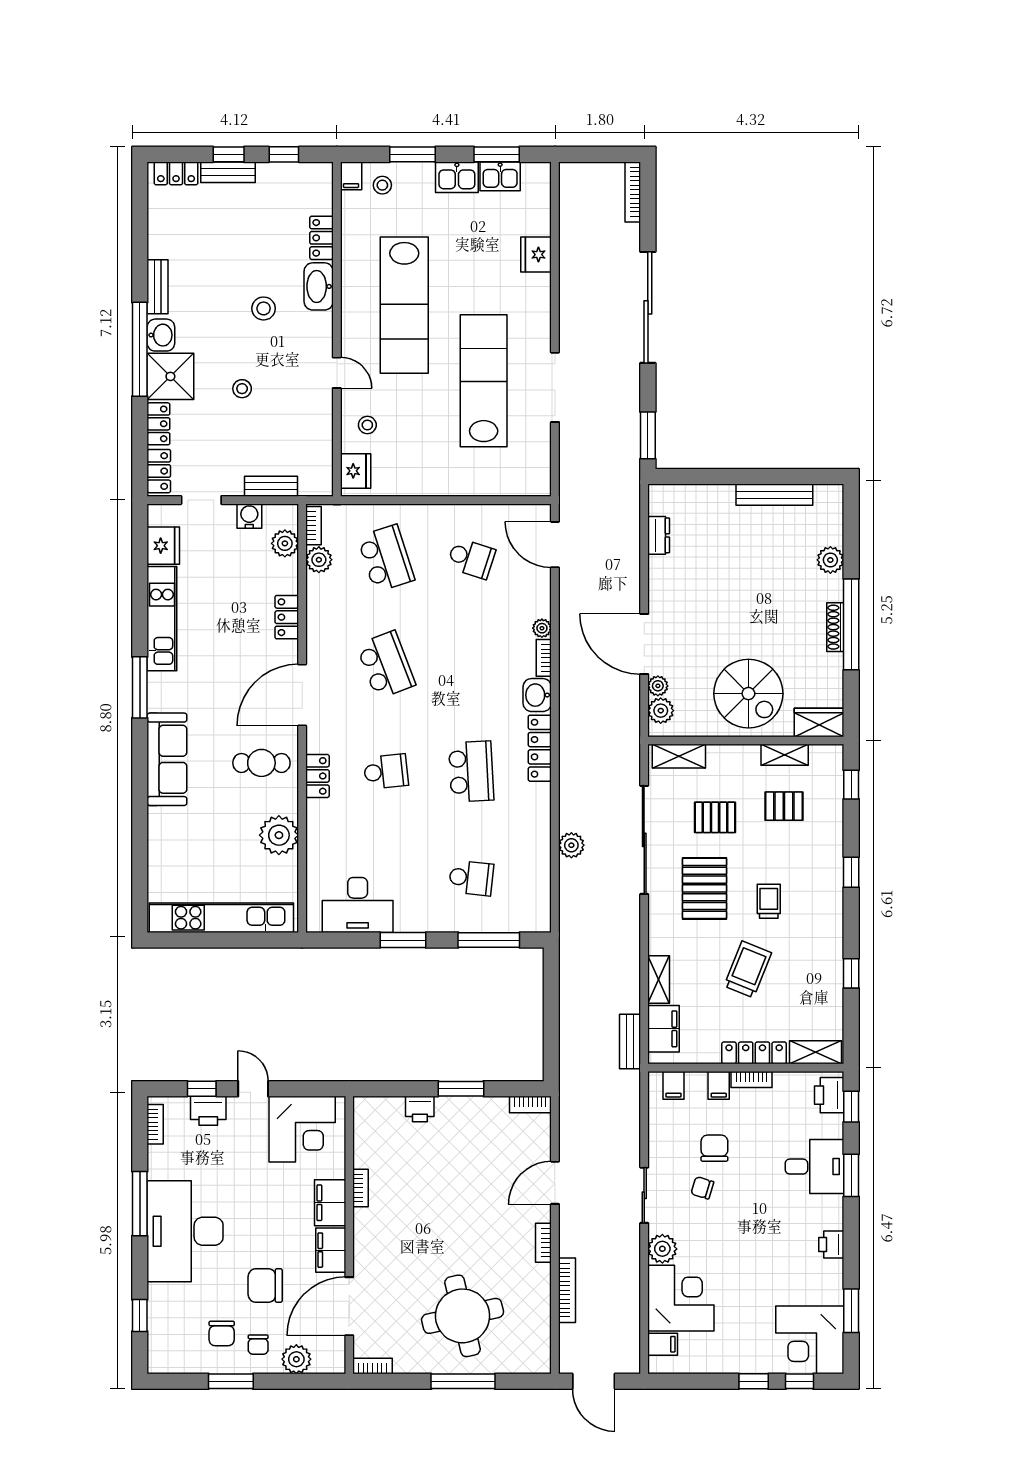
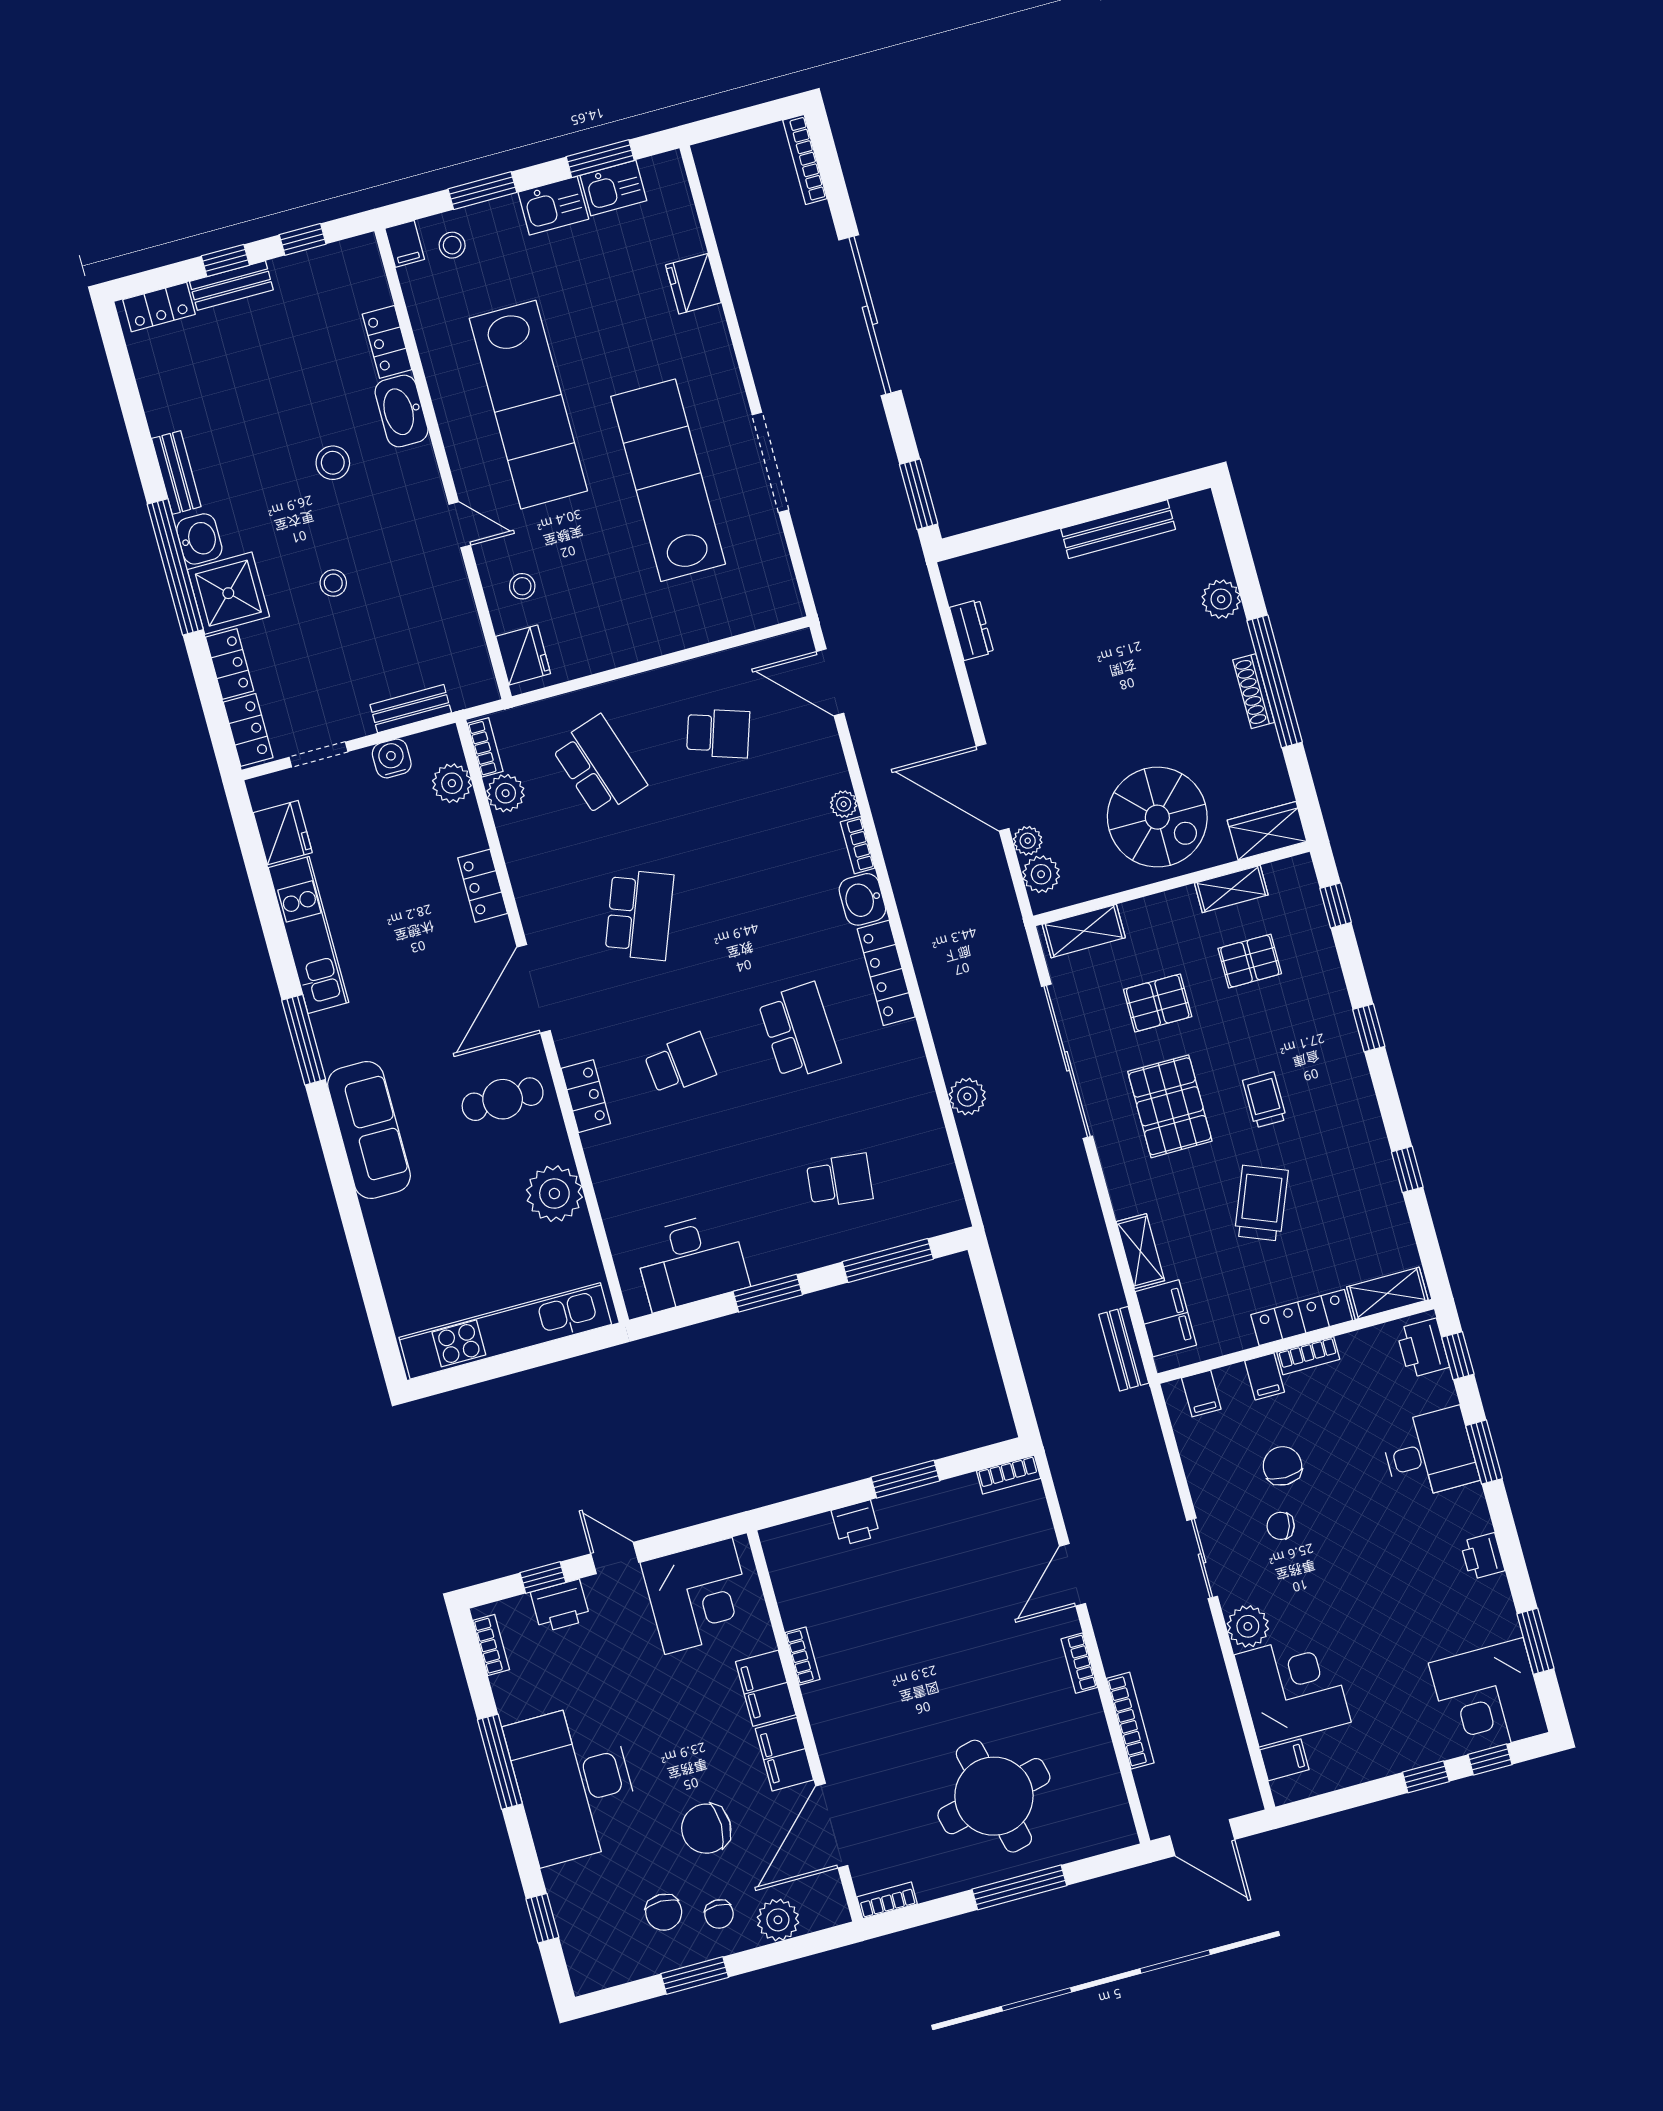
school desk: (386, 665) -> (639, 915), turned 42

